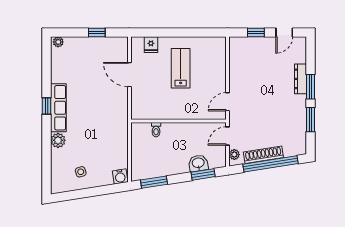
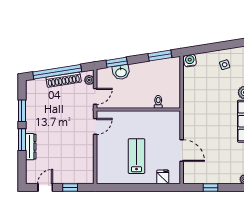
lab bench: (181, 68) -> (136, 156), turned 180

